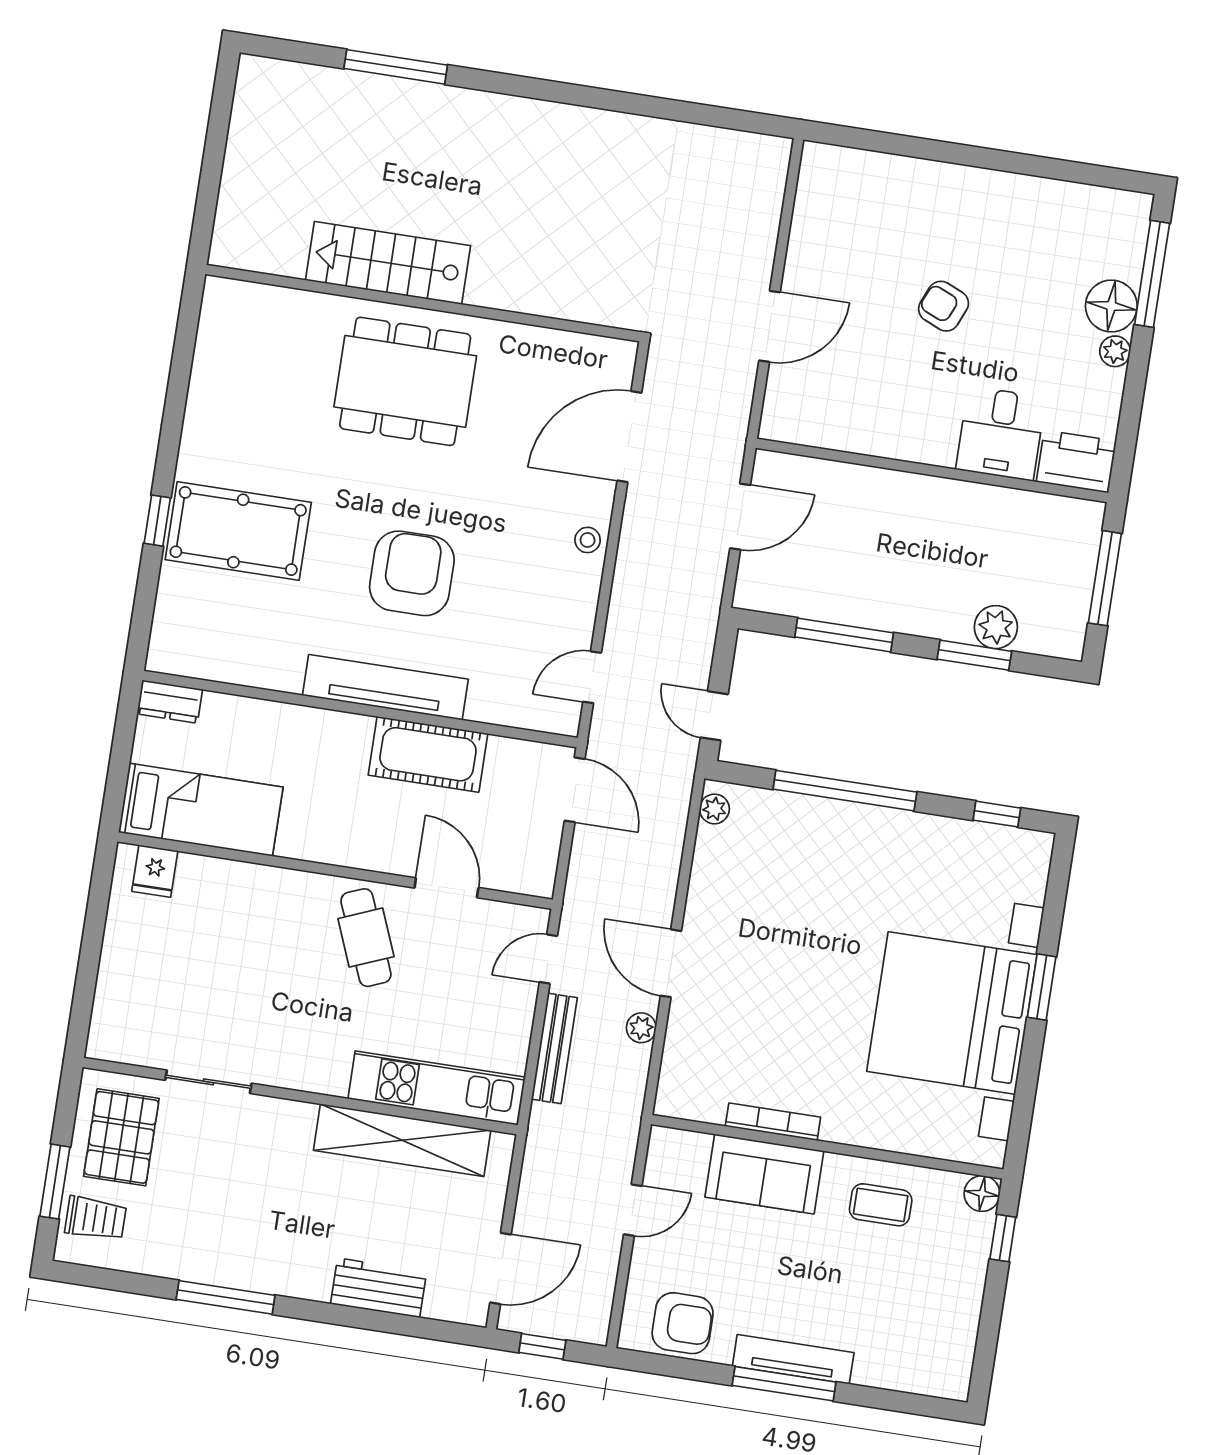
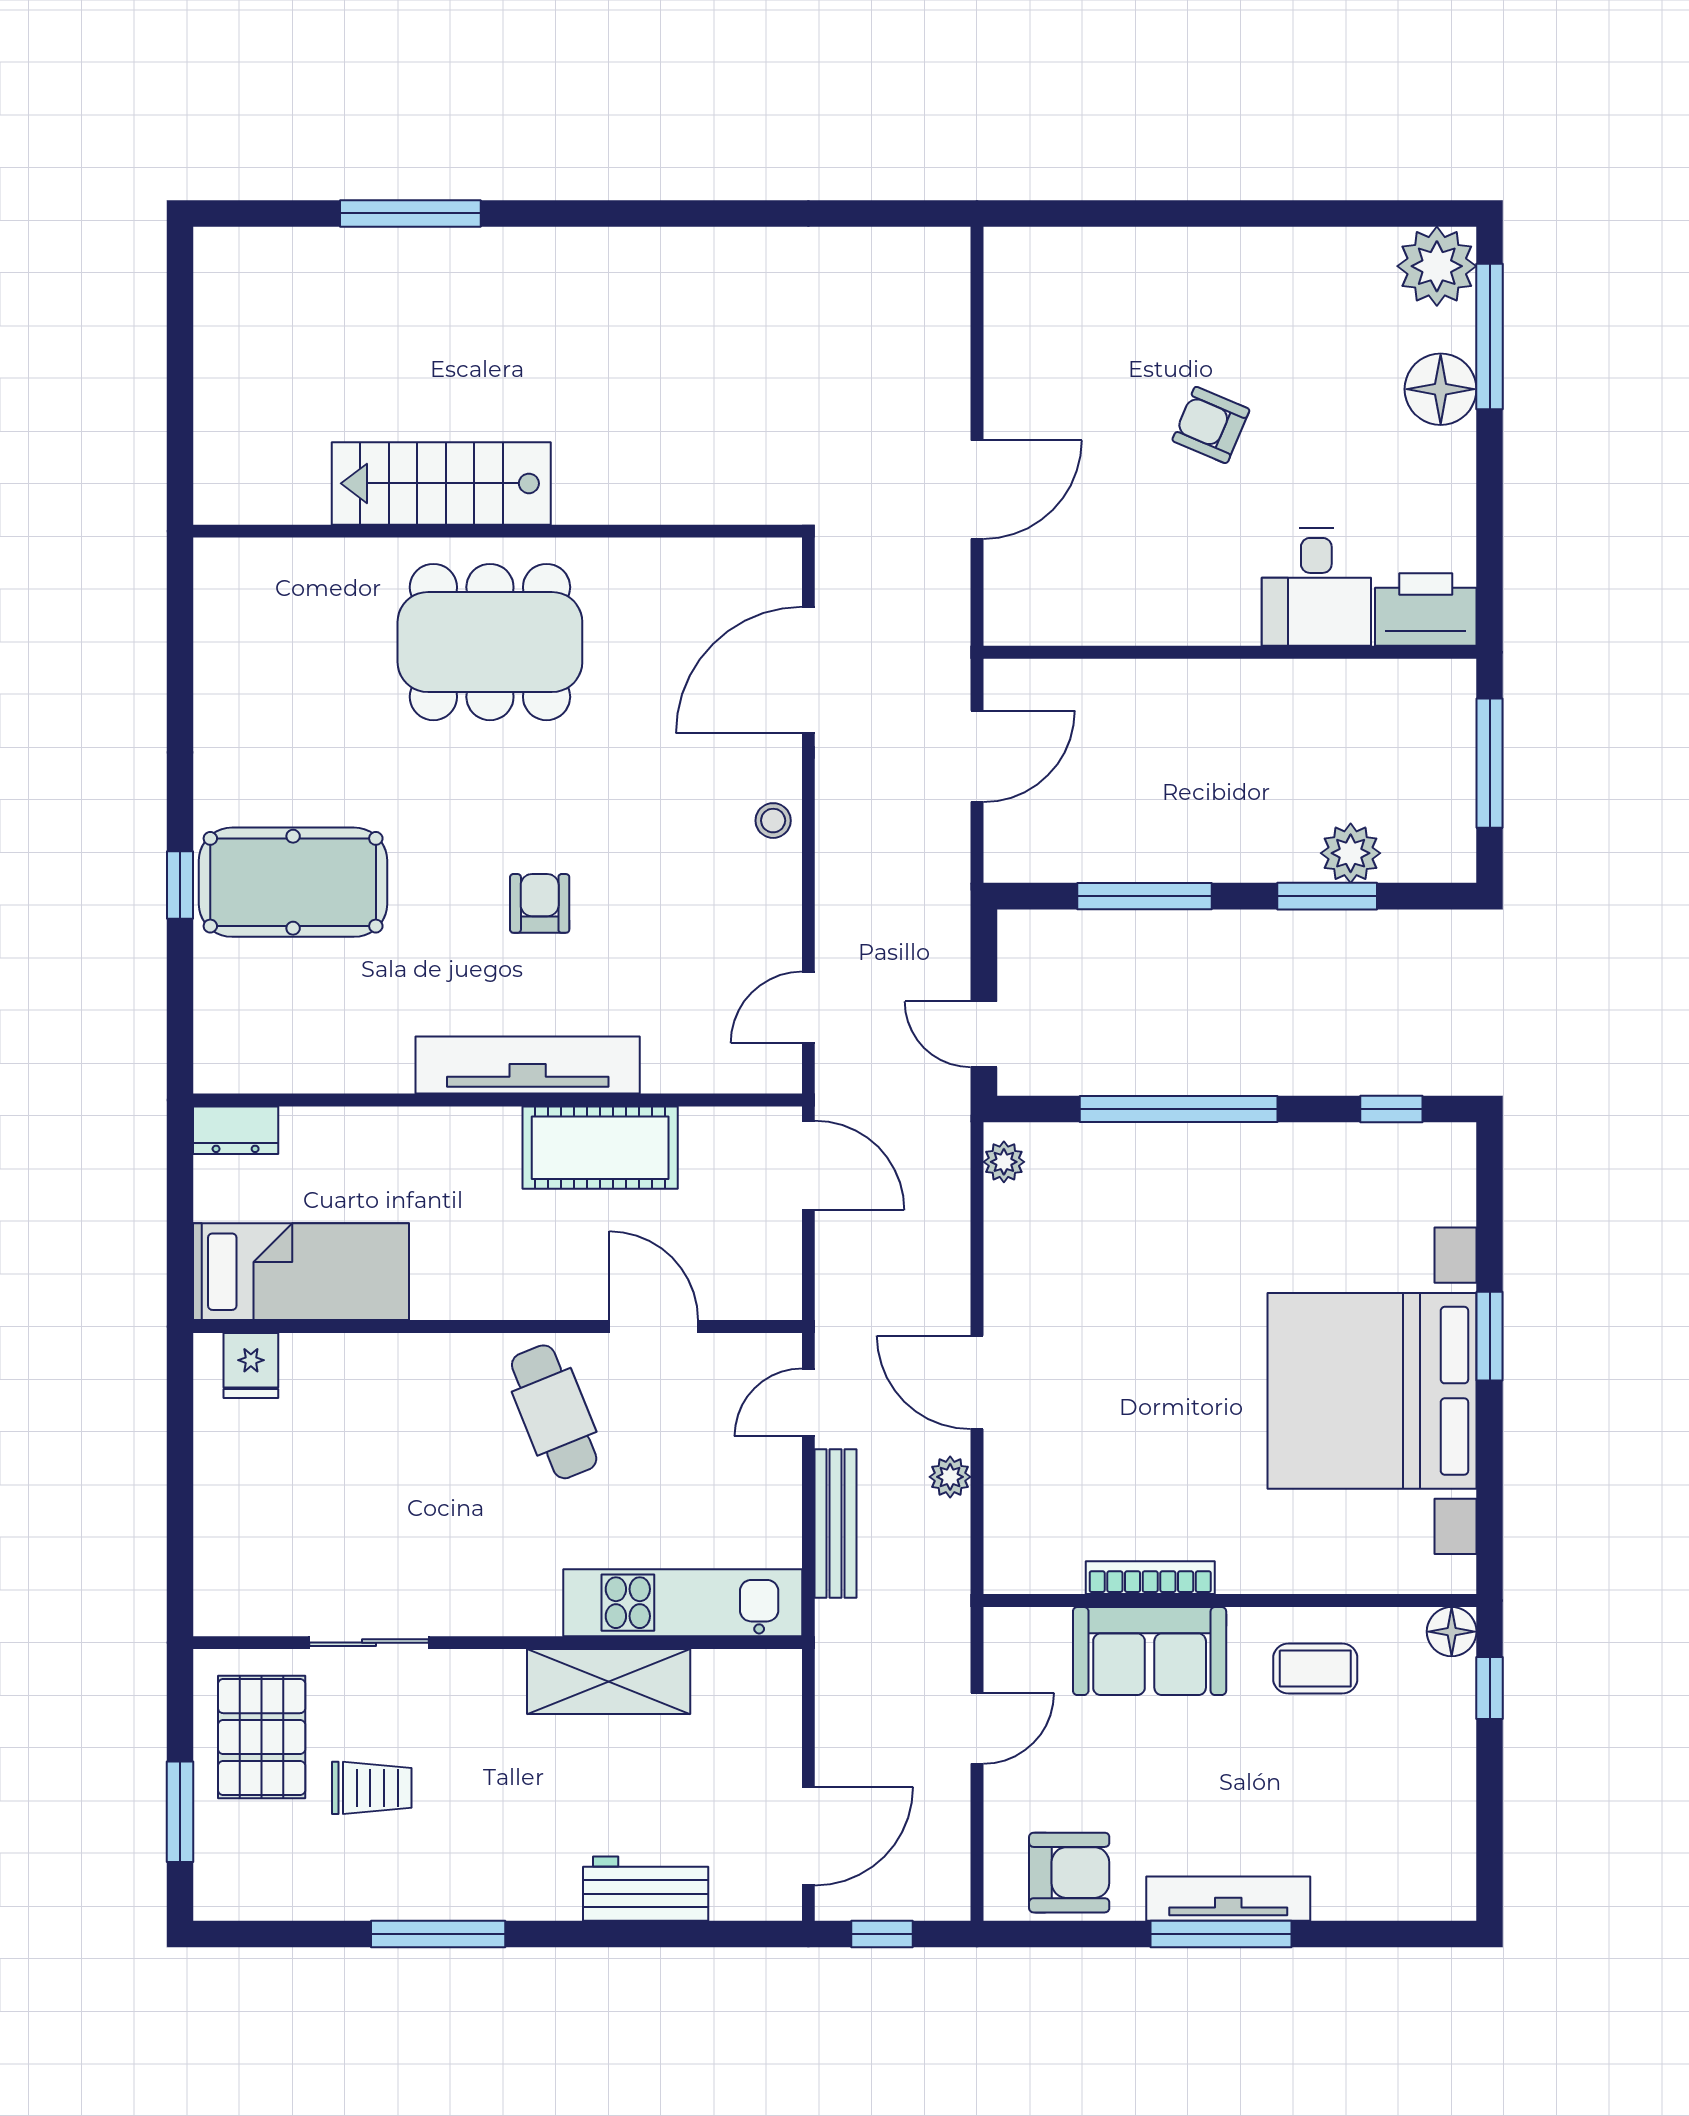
plant: (1115, 351) -> (1437, 266), moved, width x1.88, depth x1.88
armchair: (412, 573) -> (540, 903), width x0.53, depth x0.53
shelving: (402, 1140) -> (609, 1682), width x0.68
trolley: (96, 1218) -> (372, 1788), moved

